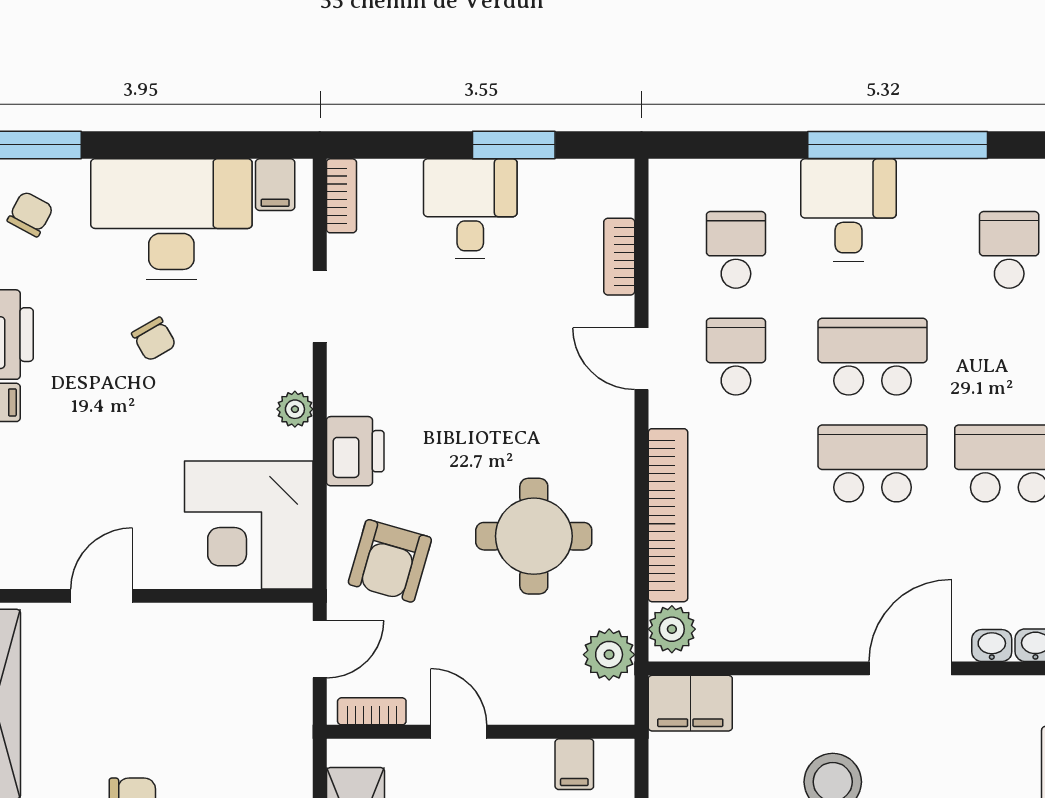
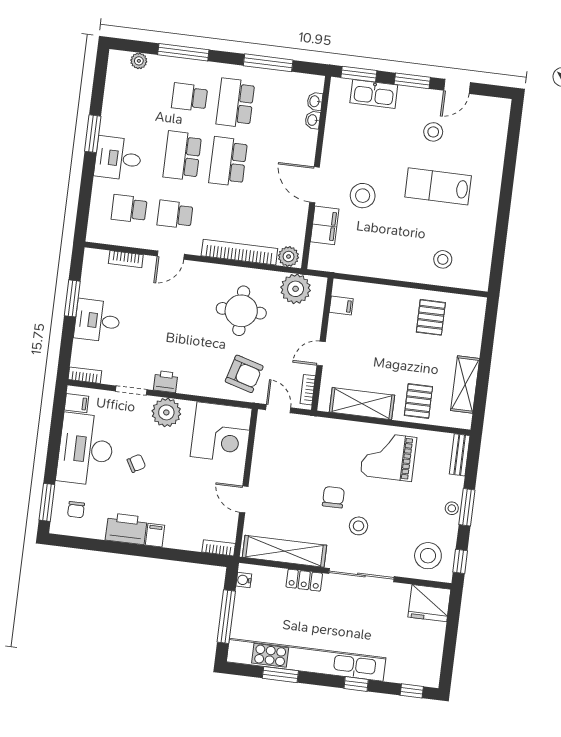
window: (898, 145) -> (93, 134), width x0.47
chair: (30, 214) -> (76, 510), turned -118
school desk: (1009, 250) -> (190, 97), moved
plant: (295, 409) -> (166, 412), width x1.87, depth x1.87
printer: (355, 451) -> (166, 382), moved, width x0.73, depth x0.81
plant: (609, 655) -> (296, 289), width x1.36, depth x1.36
door: (910, 668) -> (315, 185), moved
filing cabinet: (690, 703) -> (325, 225), moved

